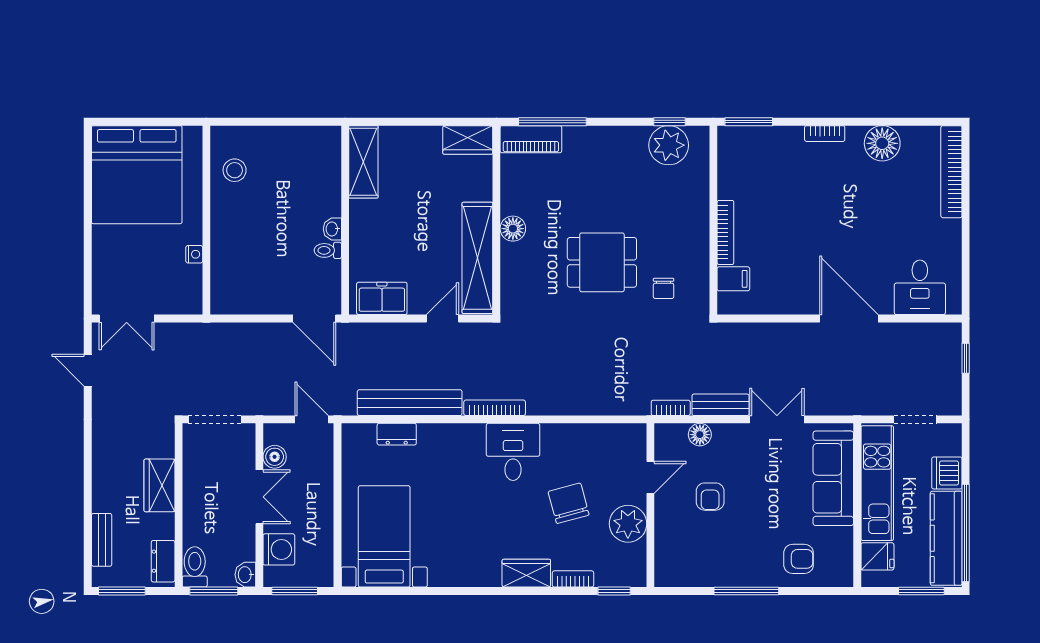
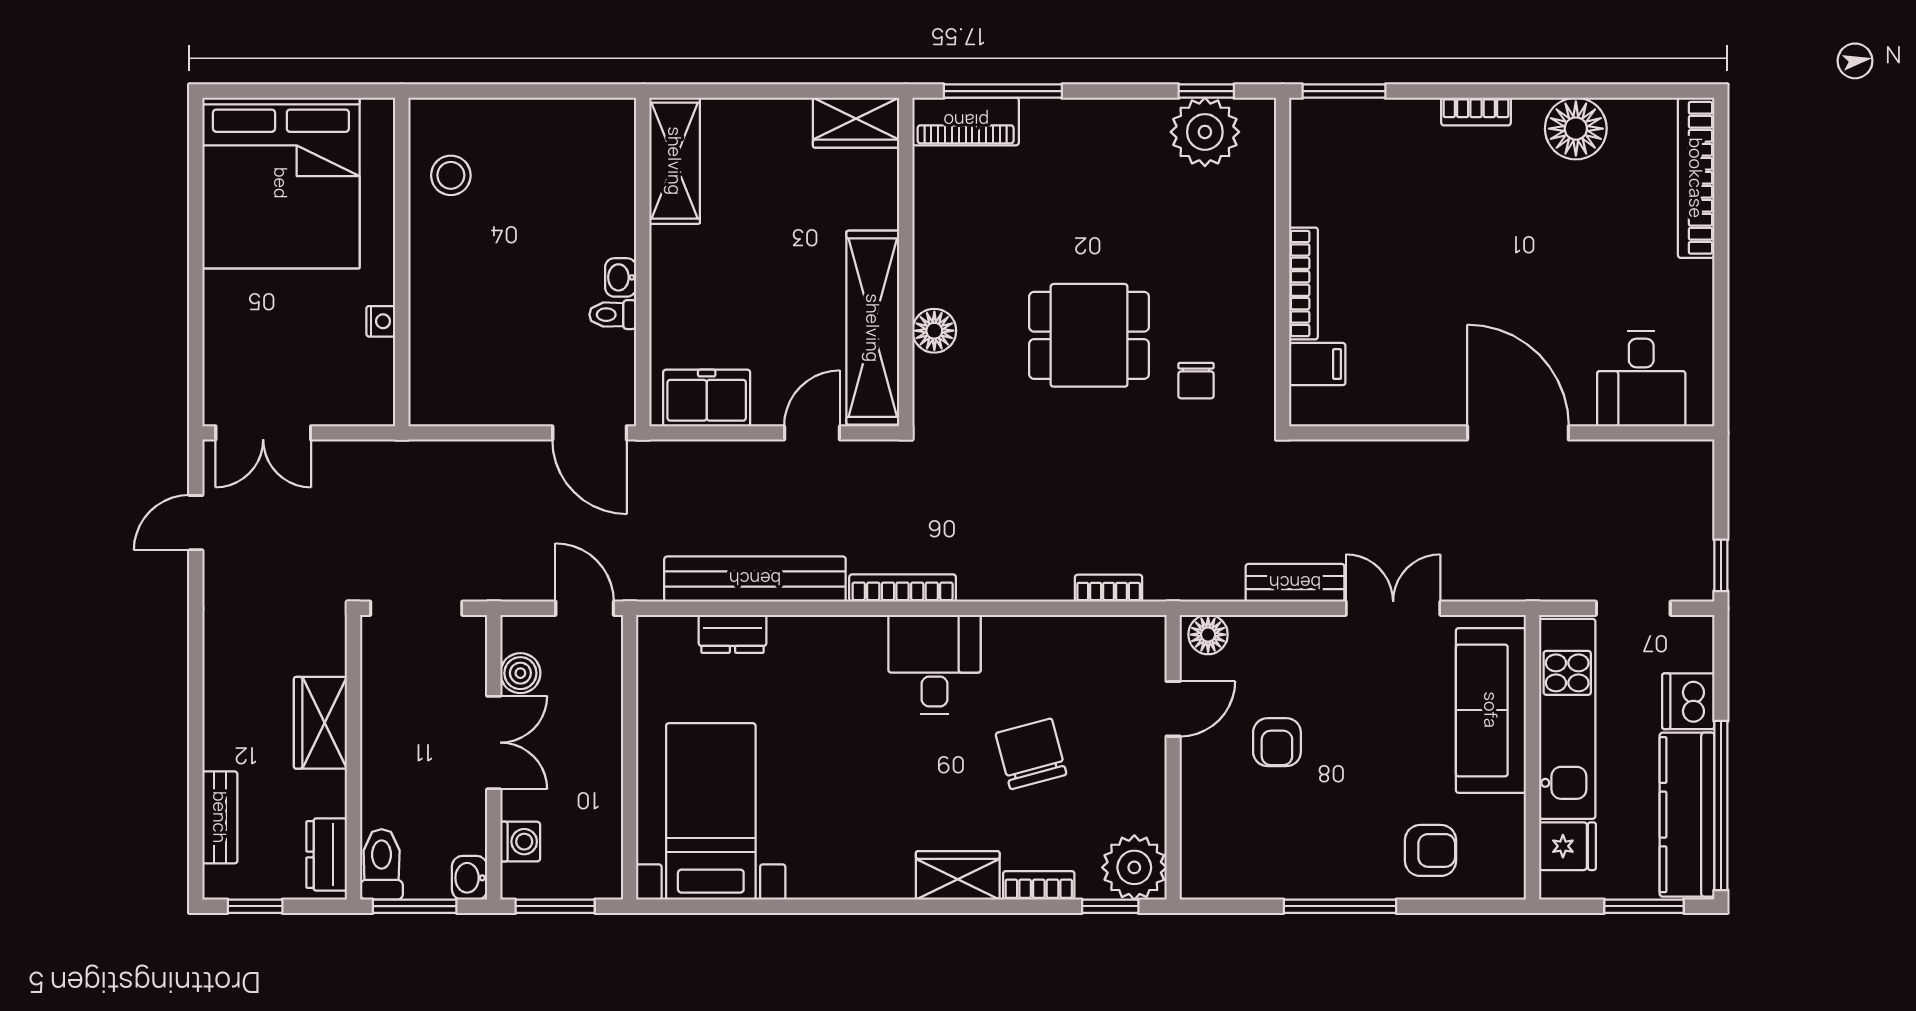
floor lamp: (513, 229) -> (934, 331), moved
window: (966, 358) -> (1721, 565), moved
door: (88, 370) -> (196, 523), hinge flipped
bookcase: (671, 408) -> (1109, 588), moved
floor lamp: (700, 435) -> (1208, 635), moved
plant: (628, 524) -> (1134, 867), moved
washing machine: (279, 549) -> (520, 842), width x0.73, depth x0.73
window: (122, 591) -> (255, 906), width x0.67

